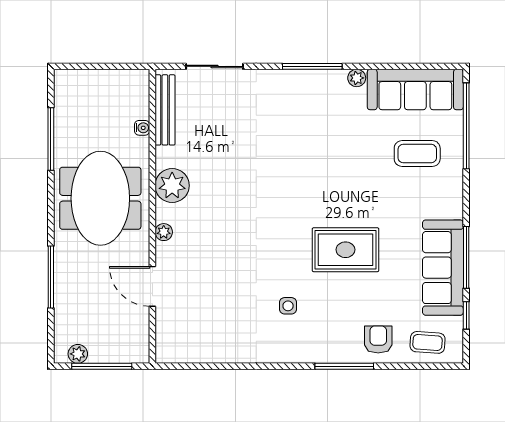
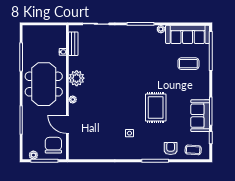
bench: (165, 110) -> (73, 44), width x0.73
rug: (345, 250) -> (156, 108), turned 90
sofa: (443, 268) -> (200, 116), width x0.73
chair: (121, 332) -> (53, 145), added

